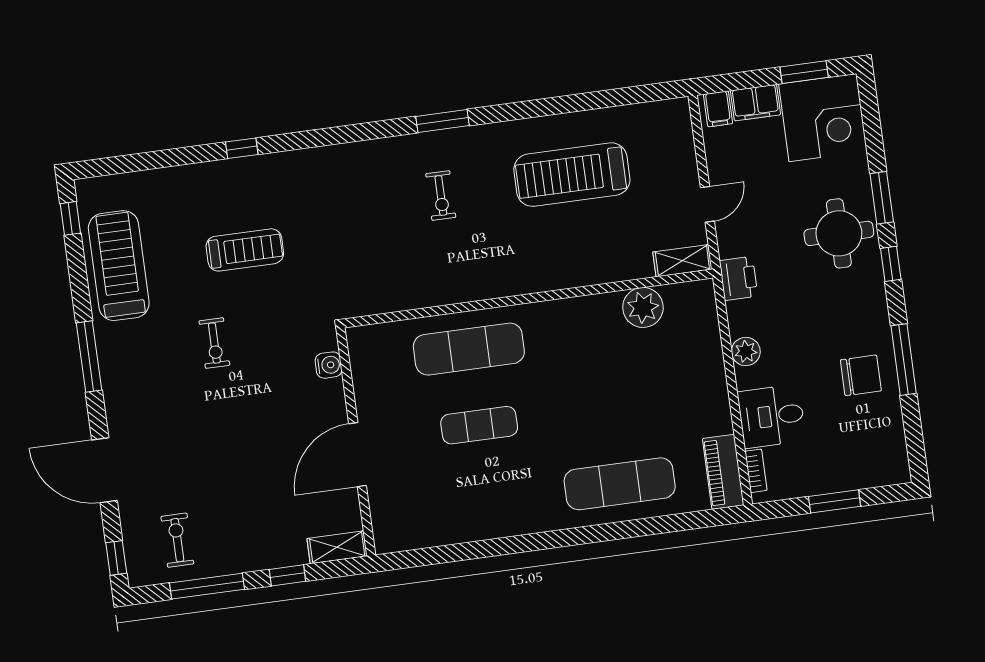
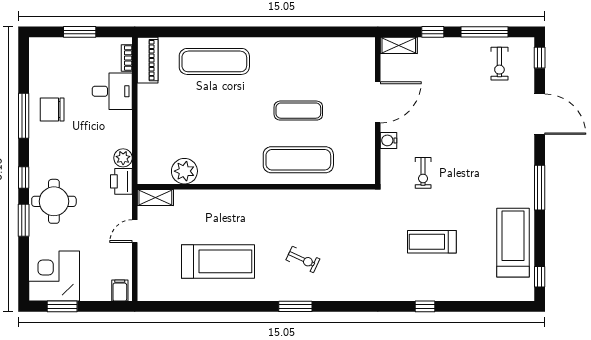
filing cabinet: (756, 103) -> (96, 291), removed
exercise bike: (441, 196) -> (303, 259), turned 115
treadmill: (119, 266) -> (513, 243), turned 180
exercise bike: (214, 343) -> (423, 173), moved, turned 180
plant: (746, 352) -> (123, 158), moved
water cooler: (329, 365) -> (389, 140), moved

